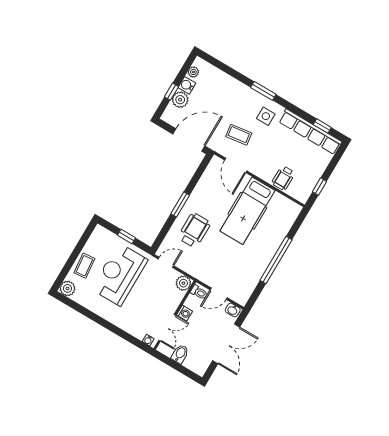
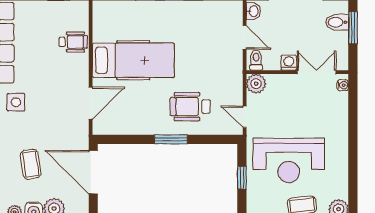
coffee table: (239, 135) -> (31, 164), moved
bidet: (180, 354) -> (337, 22), moved
window: (182, 369) -> (353, 28), added

